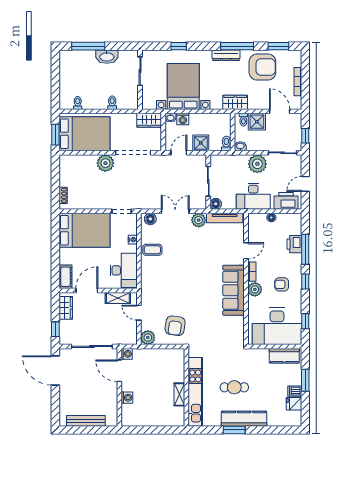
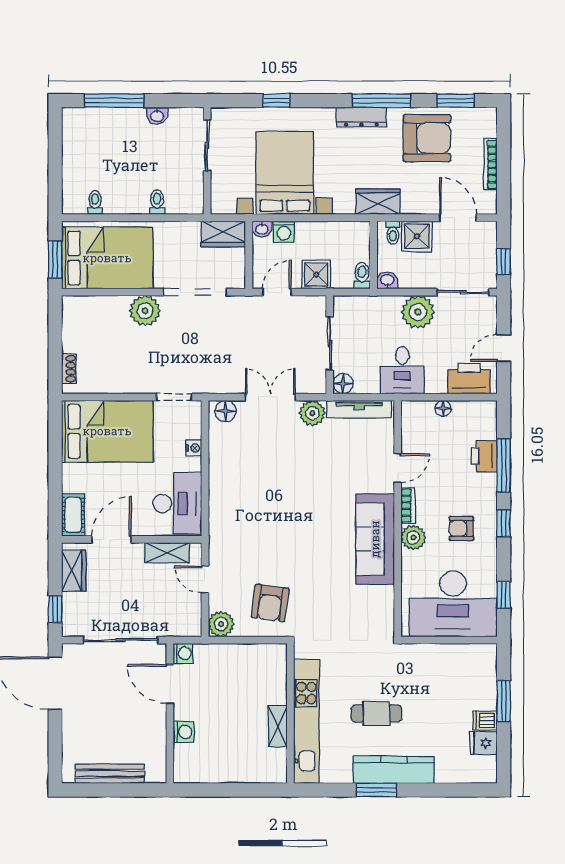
washbasin: (107, 57) -> (157, 116), width x0.52, depth x0.69
desk: (253, 196) -> (402, 370), width x0.73
coffee table: (152, 250) -> (229, 466), removed
kitchen counter: (284, 356) -> (466, 657), removed

